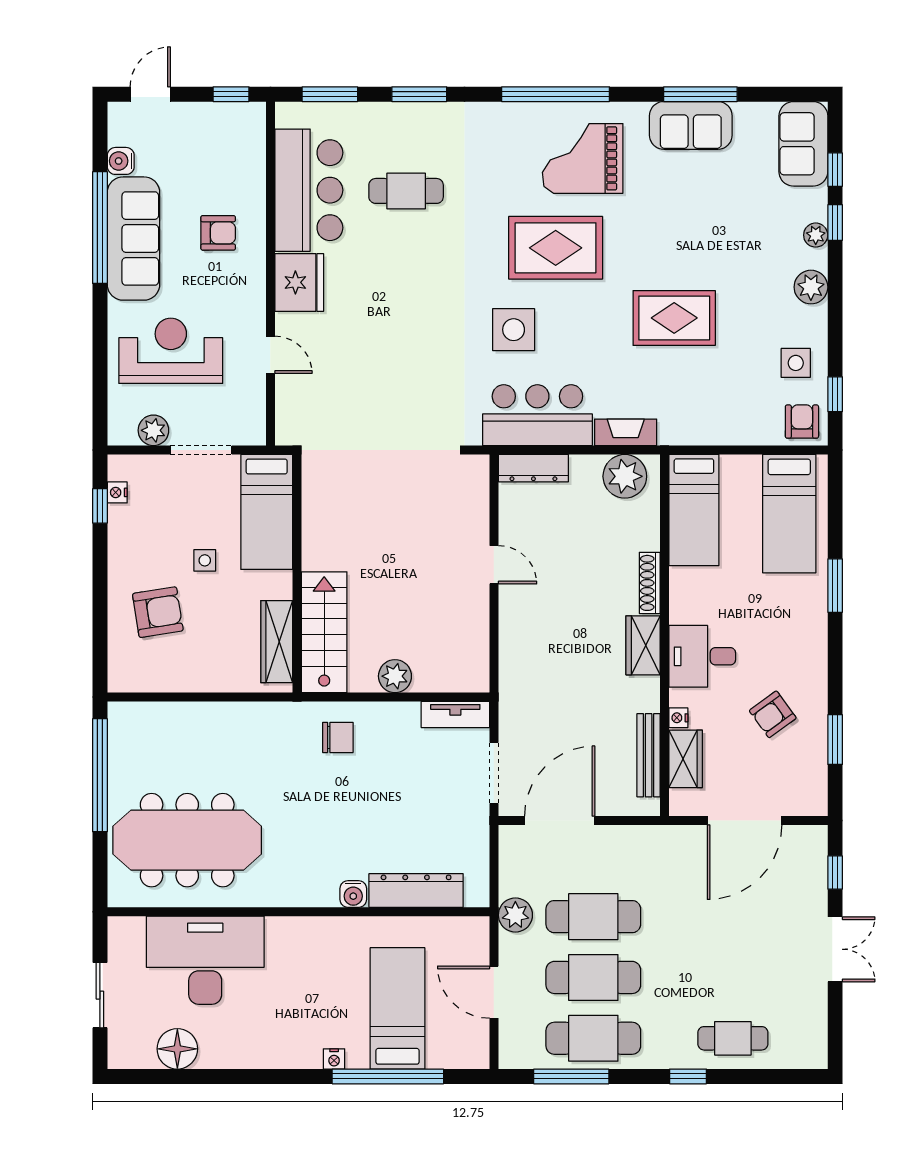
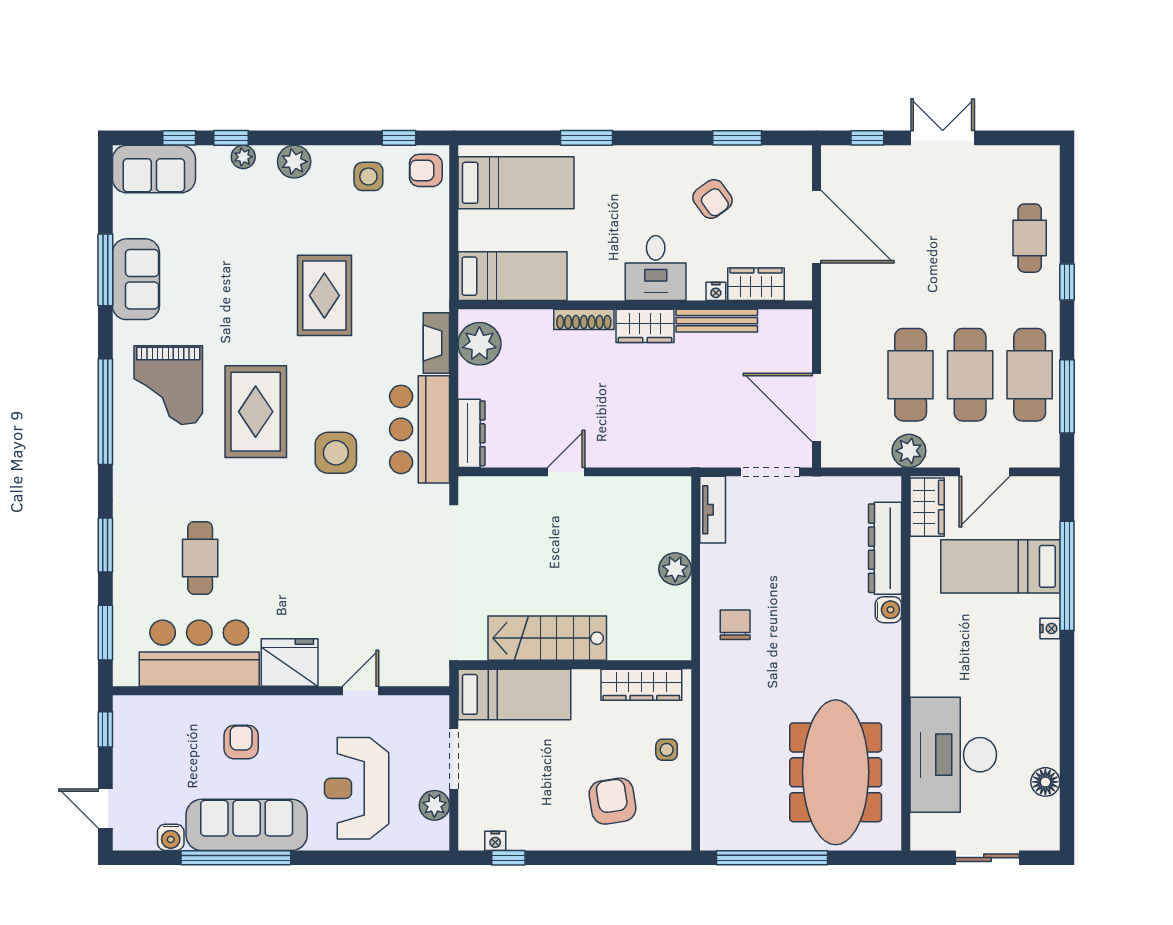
side table: (205, 560) -> (667, 750), moved
stairs: (324, 632) -> (547, 638), moved
bench: (649, 755) -> (717, 321), moved
wardrobe: (458, 934) -> (927, 507), added
floor lamp: (177, 1049) -> (1045, 782), width x0.73, depth x0.73

